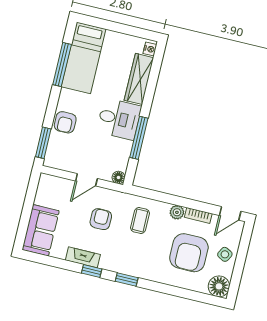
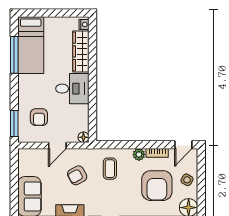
armchair: (65, 122) -> (39, 117), moved
window: (139, 138) -> (92, 100), removed
armchair: (101, 219) -> (77, 175), turned -119

